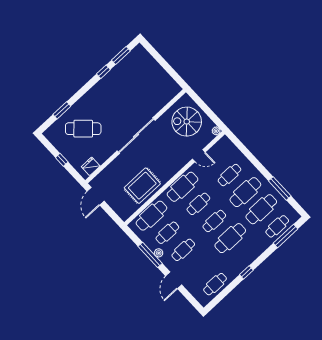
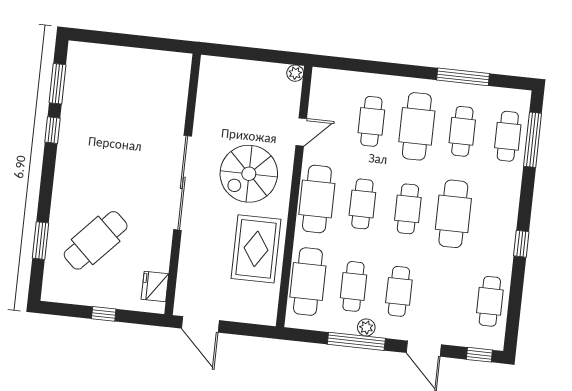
spiral stairs: (187, 122) -> (249, 174), moved
cafe table: (261, 209) -> (462, 131), width x0.73, depth x0.74
window: (193, 301) -> (479, 355), added

